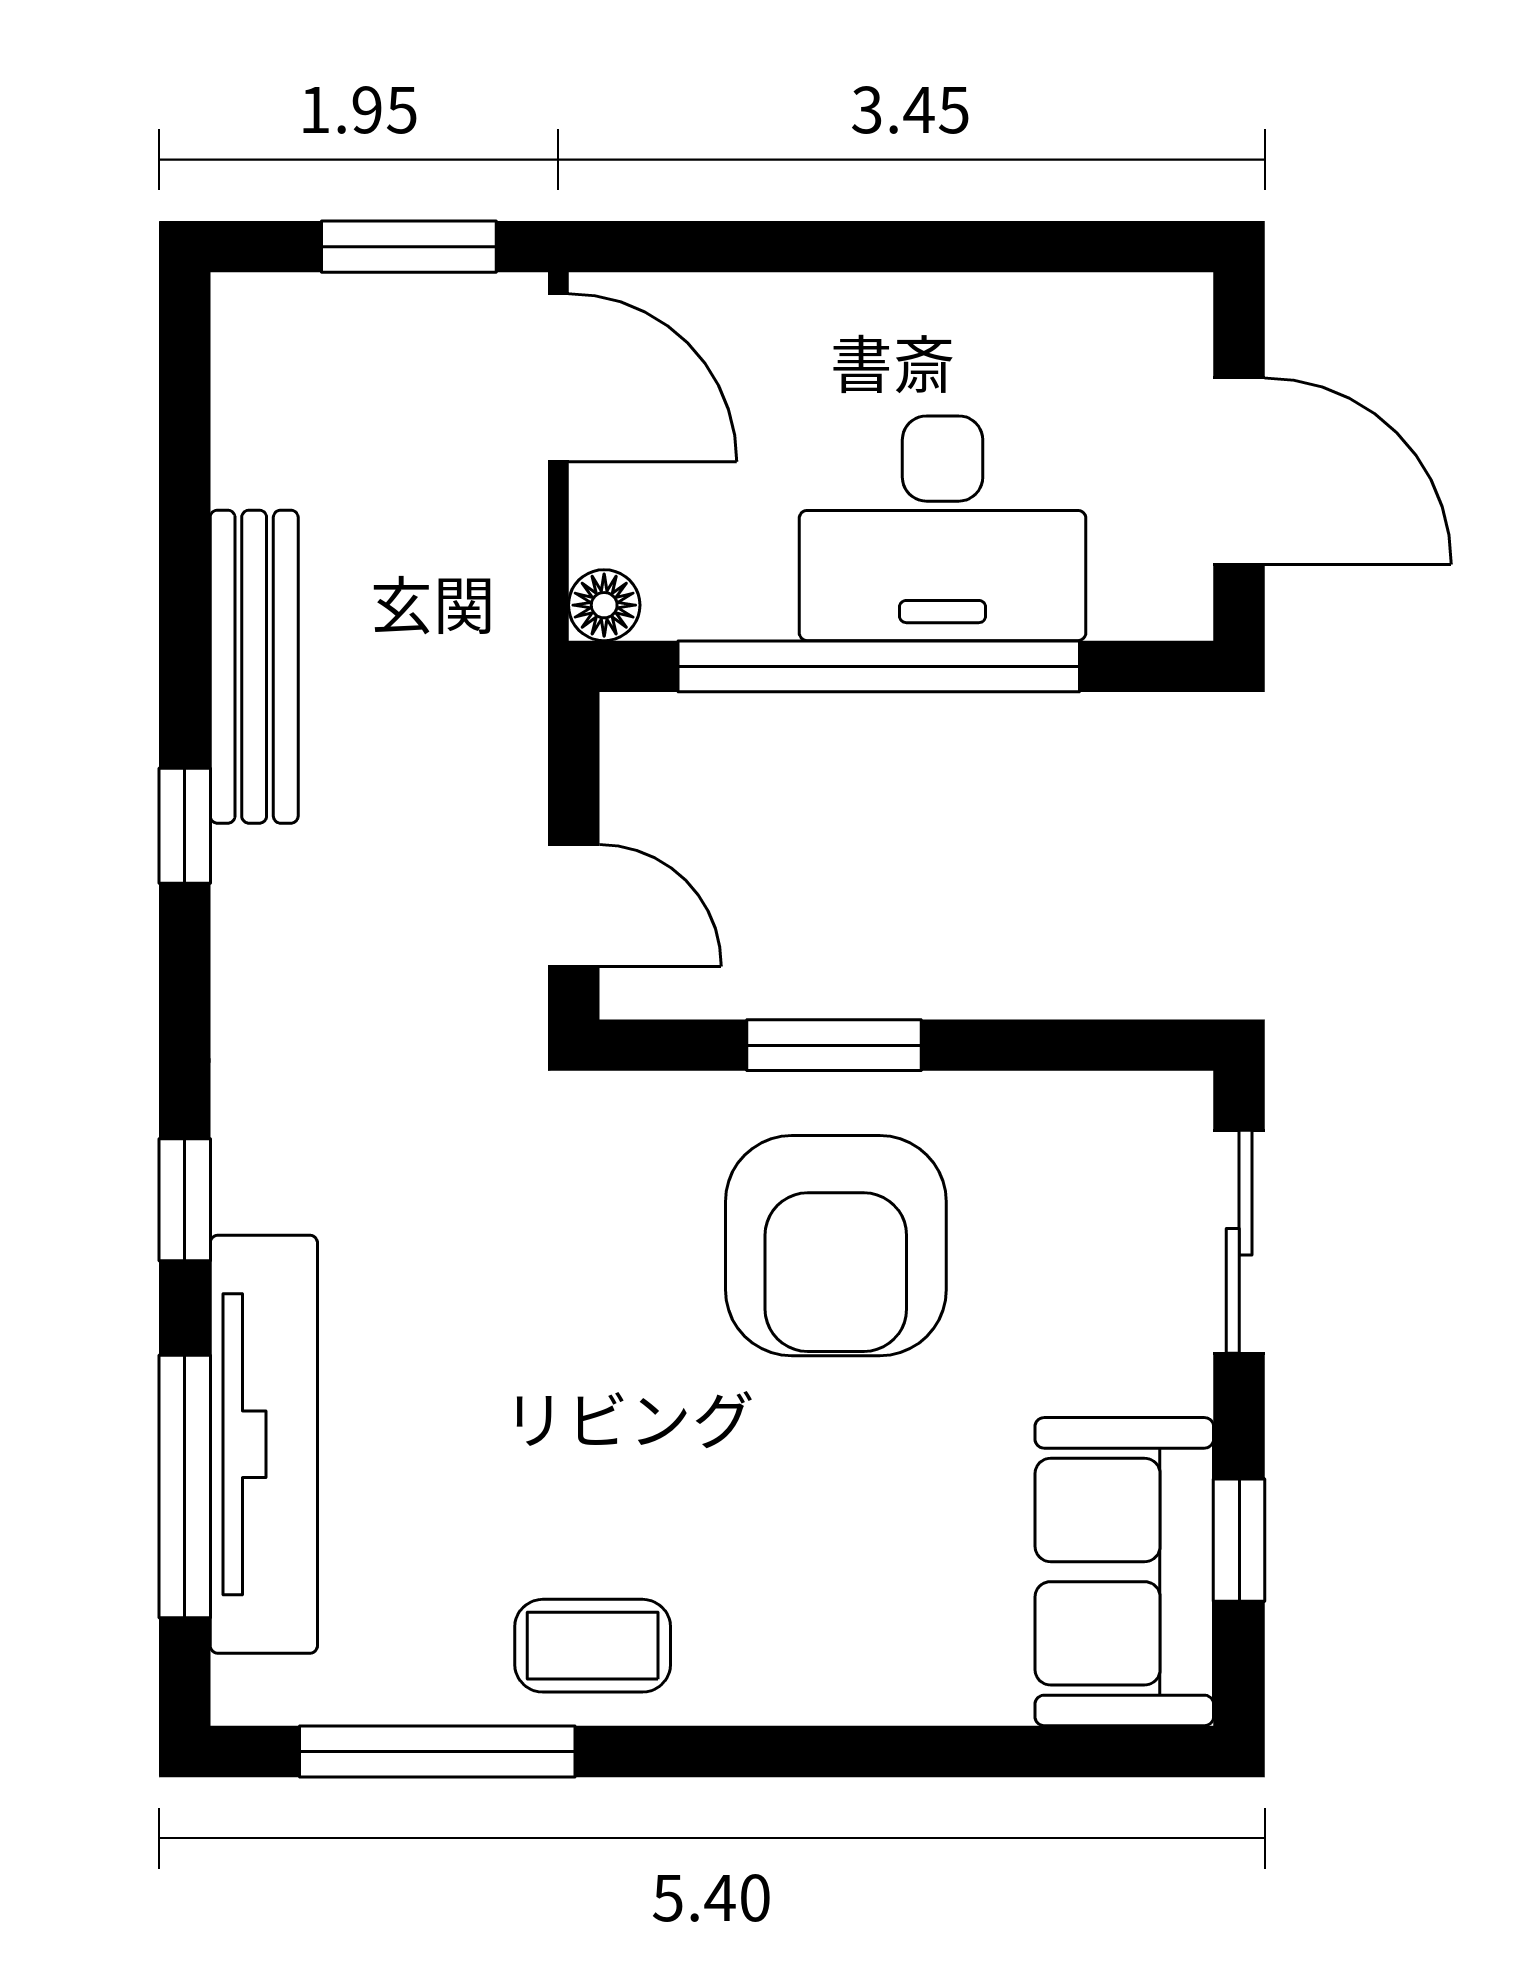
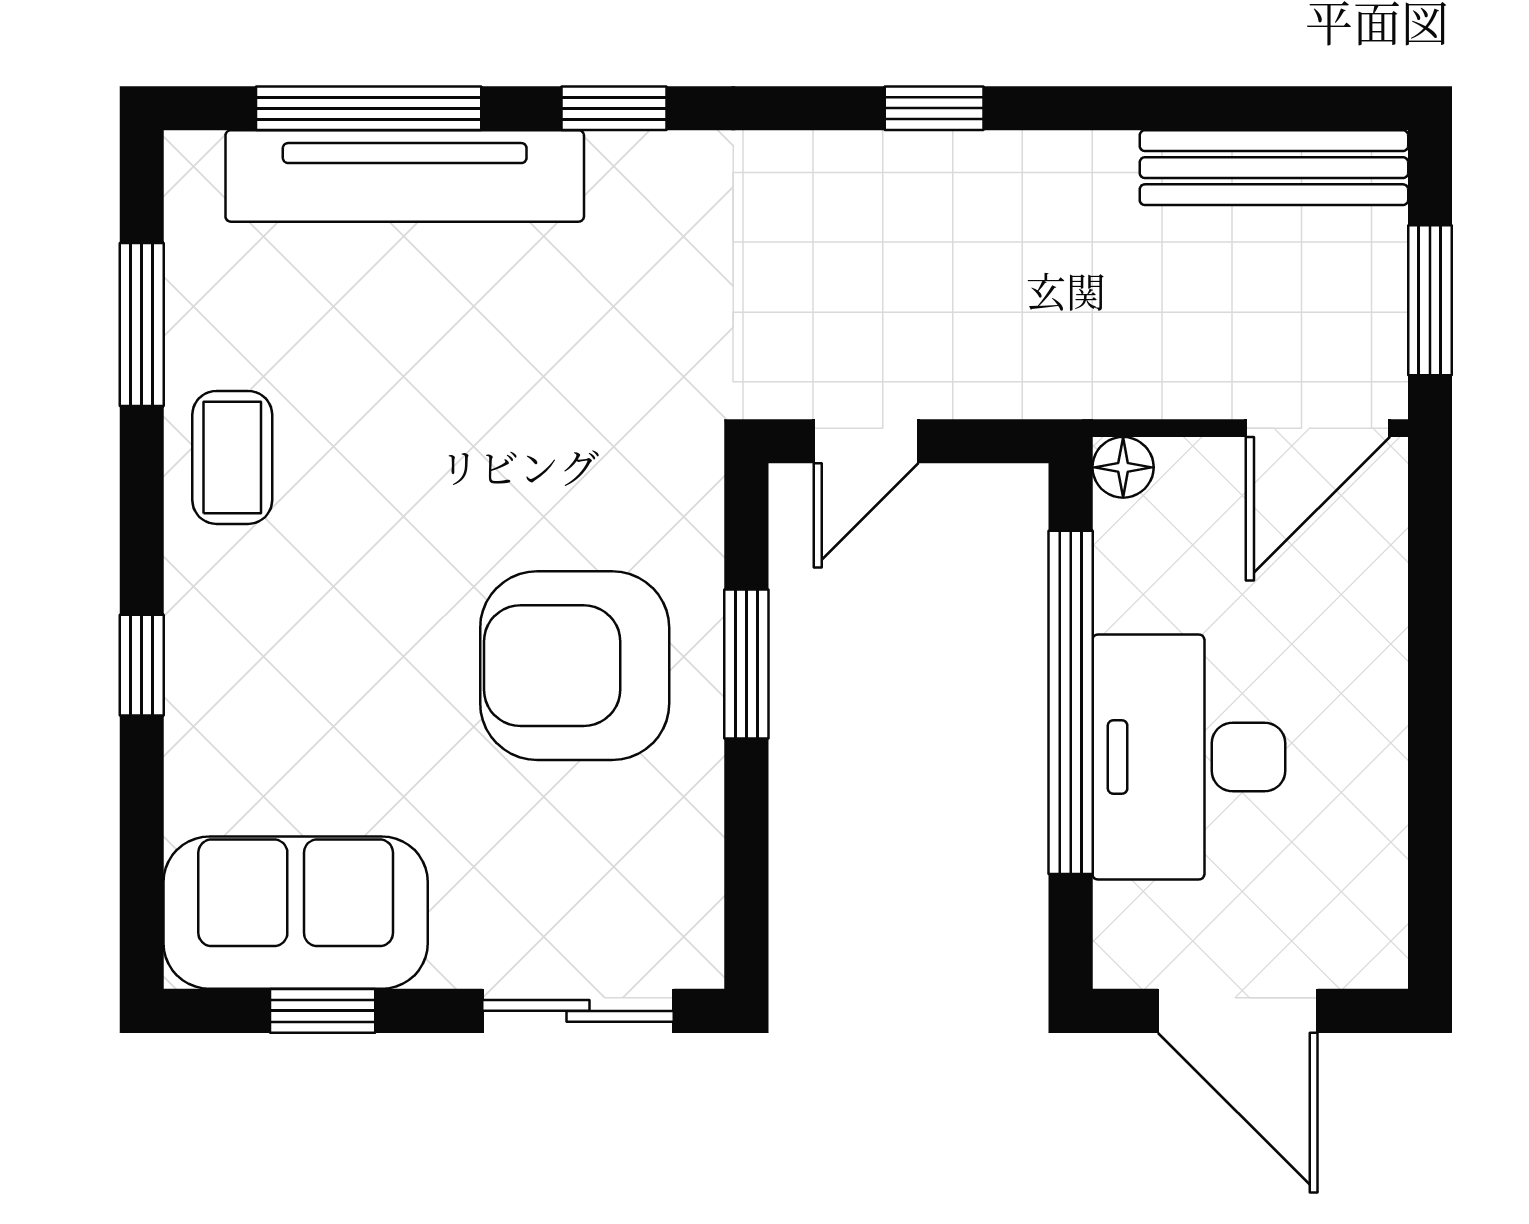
door: (1239, 471) -> (1238, 1011), hinge flipped
bench: (254, 667) -> (1274, 168), moved
window: (437, 1751) -> (142, 324), width x0.69
window: (835, 1751) -> (142, 665), added

